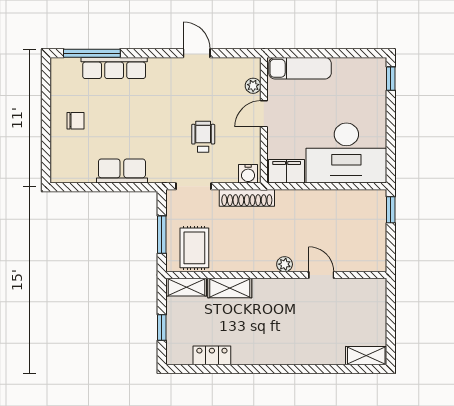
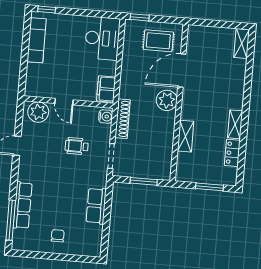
exam couch: (300, 68) -> (37, 40), moved
plant: (253, 86) -> (38, 112), width x1.87, depth x1.87
desk: (346, 153) -> (102, 38), width x0.73, depth x0.77
rug: (194, 248) -> (158, 41), moved
plant: (285, 264) -> (167, 100), width x1.87, depth x1.87
door: (321, 275) -> (182, 71), width x1.88
shelving: (186, 287) -> (235, 124), moved
window: (162, 327) -> (209, 187), width x1.50

